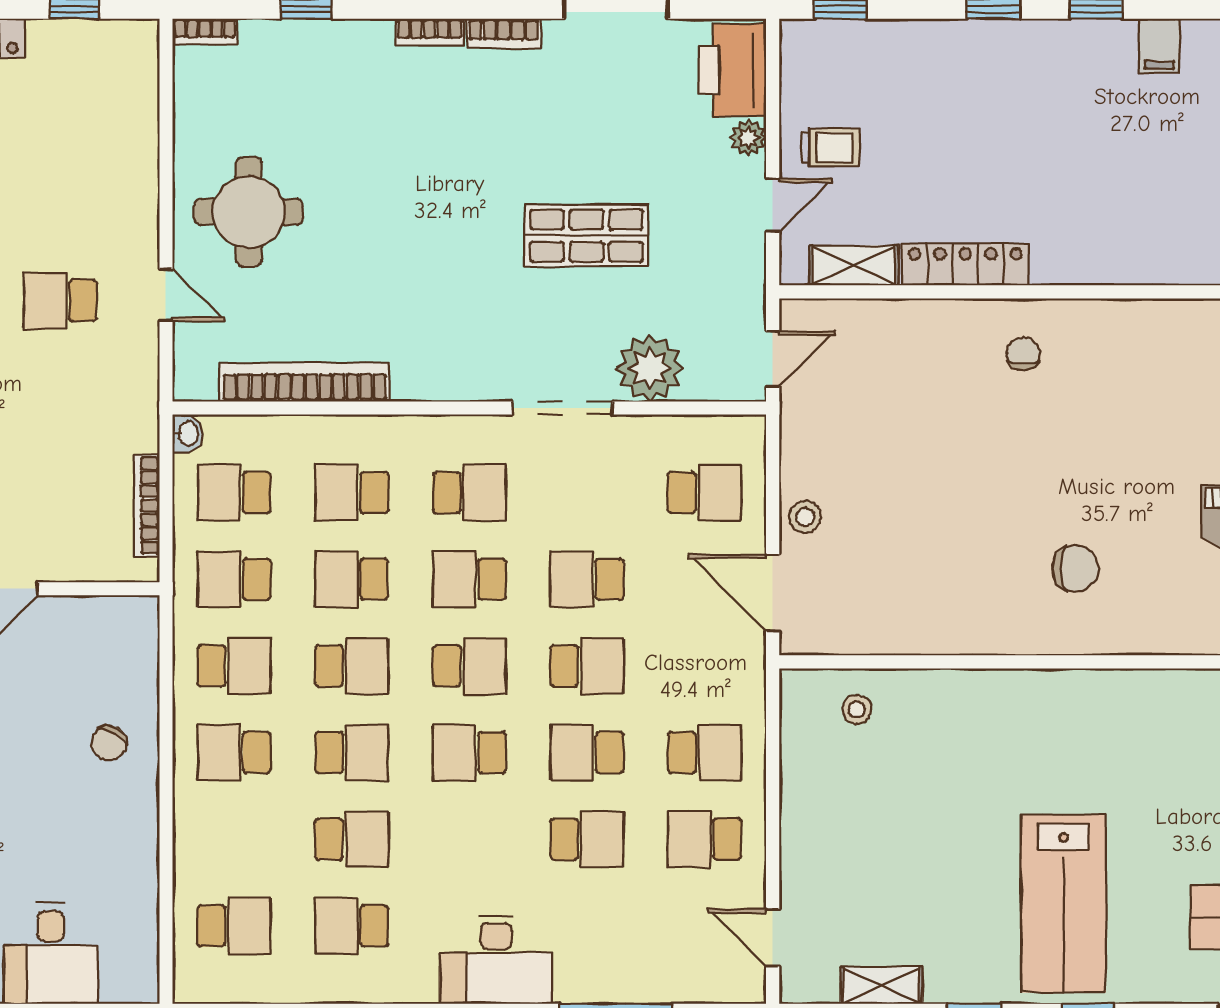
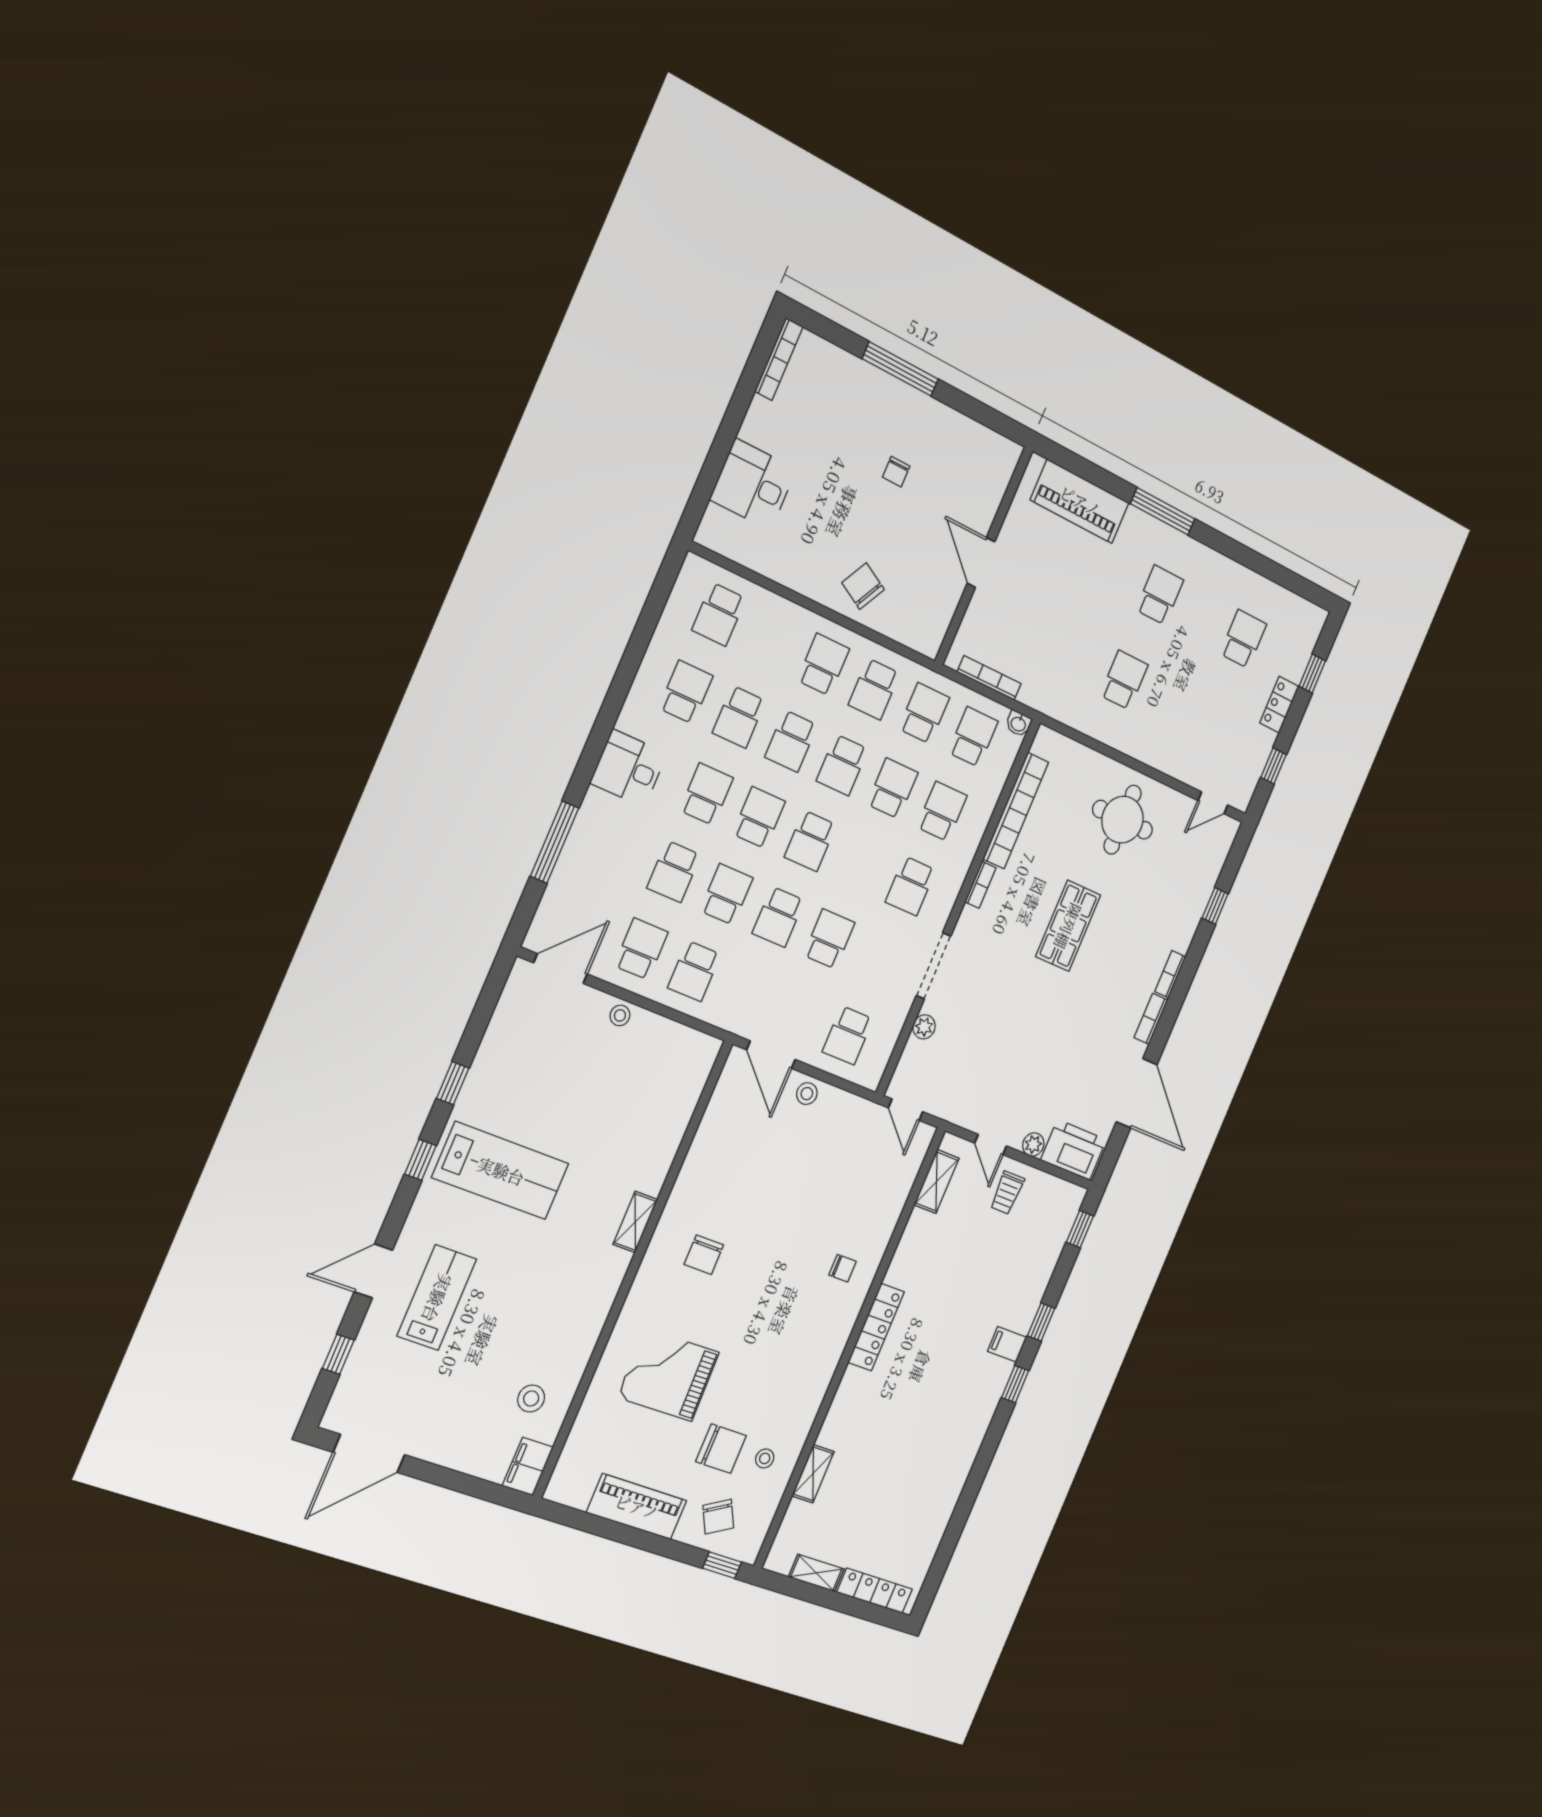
bookcase: (205, 32) -> (980, 885), moved, turned 180
filing cabinet: (1159, 46) -> (1007, 1344), moved
shop shelf: (586, 236) -> (1068, 926), moved
locker: (965, 264) -> (876, 1327), moved
door: (166, 295) -> (1213, 803), moved
plant: (650, 368) -> (924, 1027), width x0.53, depth x0.53
school desk: (469, 579) -> (706, 794), moved
door: (773, 593) -> (771, 1055), swing flipped
stool: (857, 709) -> (620, 1015), moved
chair: (109, 743) -> (863, 586), width x1.37, depth x1.37
lab bench: (1064, 904) -> (501, 1171), turned 180
door: (773, 938) -> (560, 968), width x1.38
desk: (496, 960) -> (628, 768), width x0.73
shelving: (881, 986) -> (635, 1222), moved

